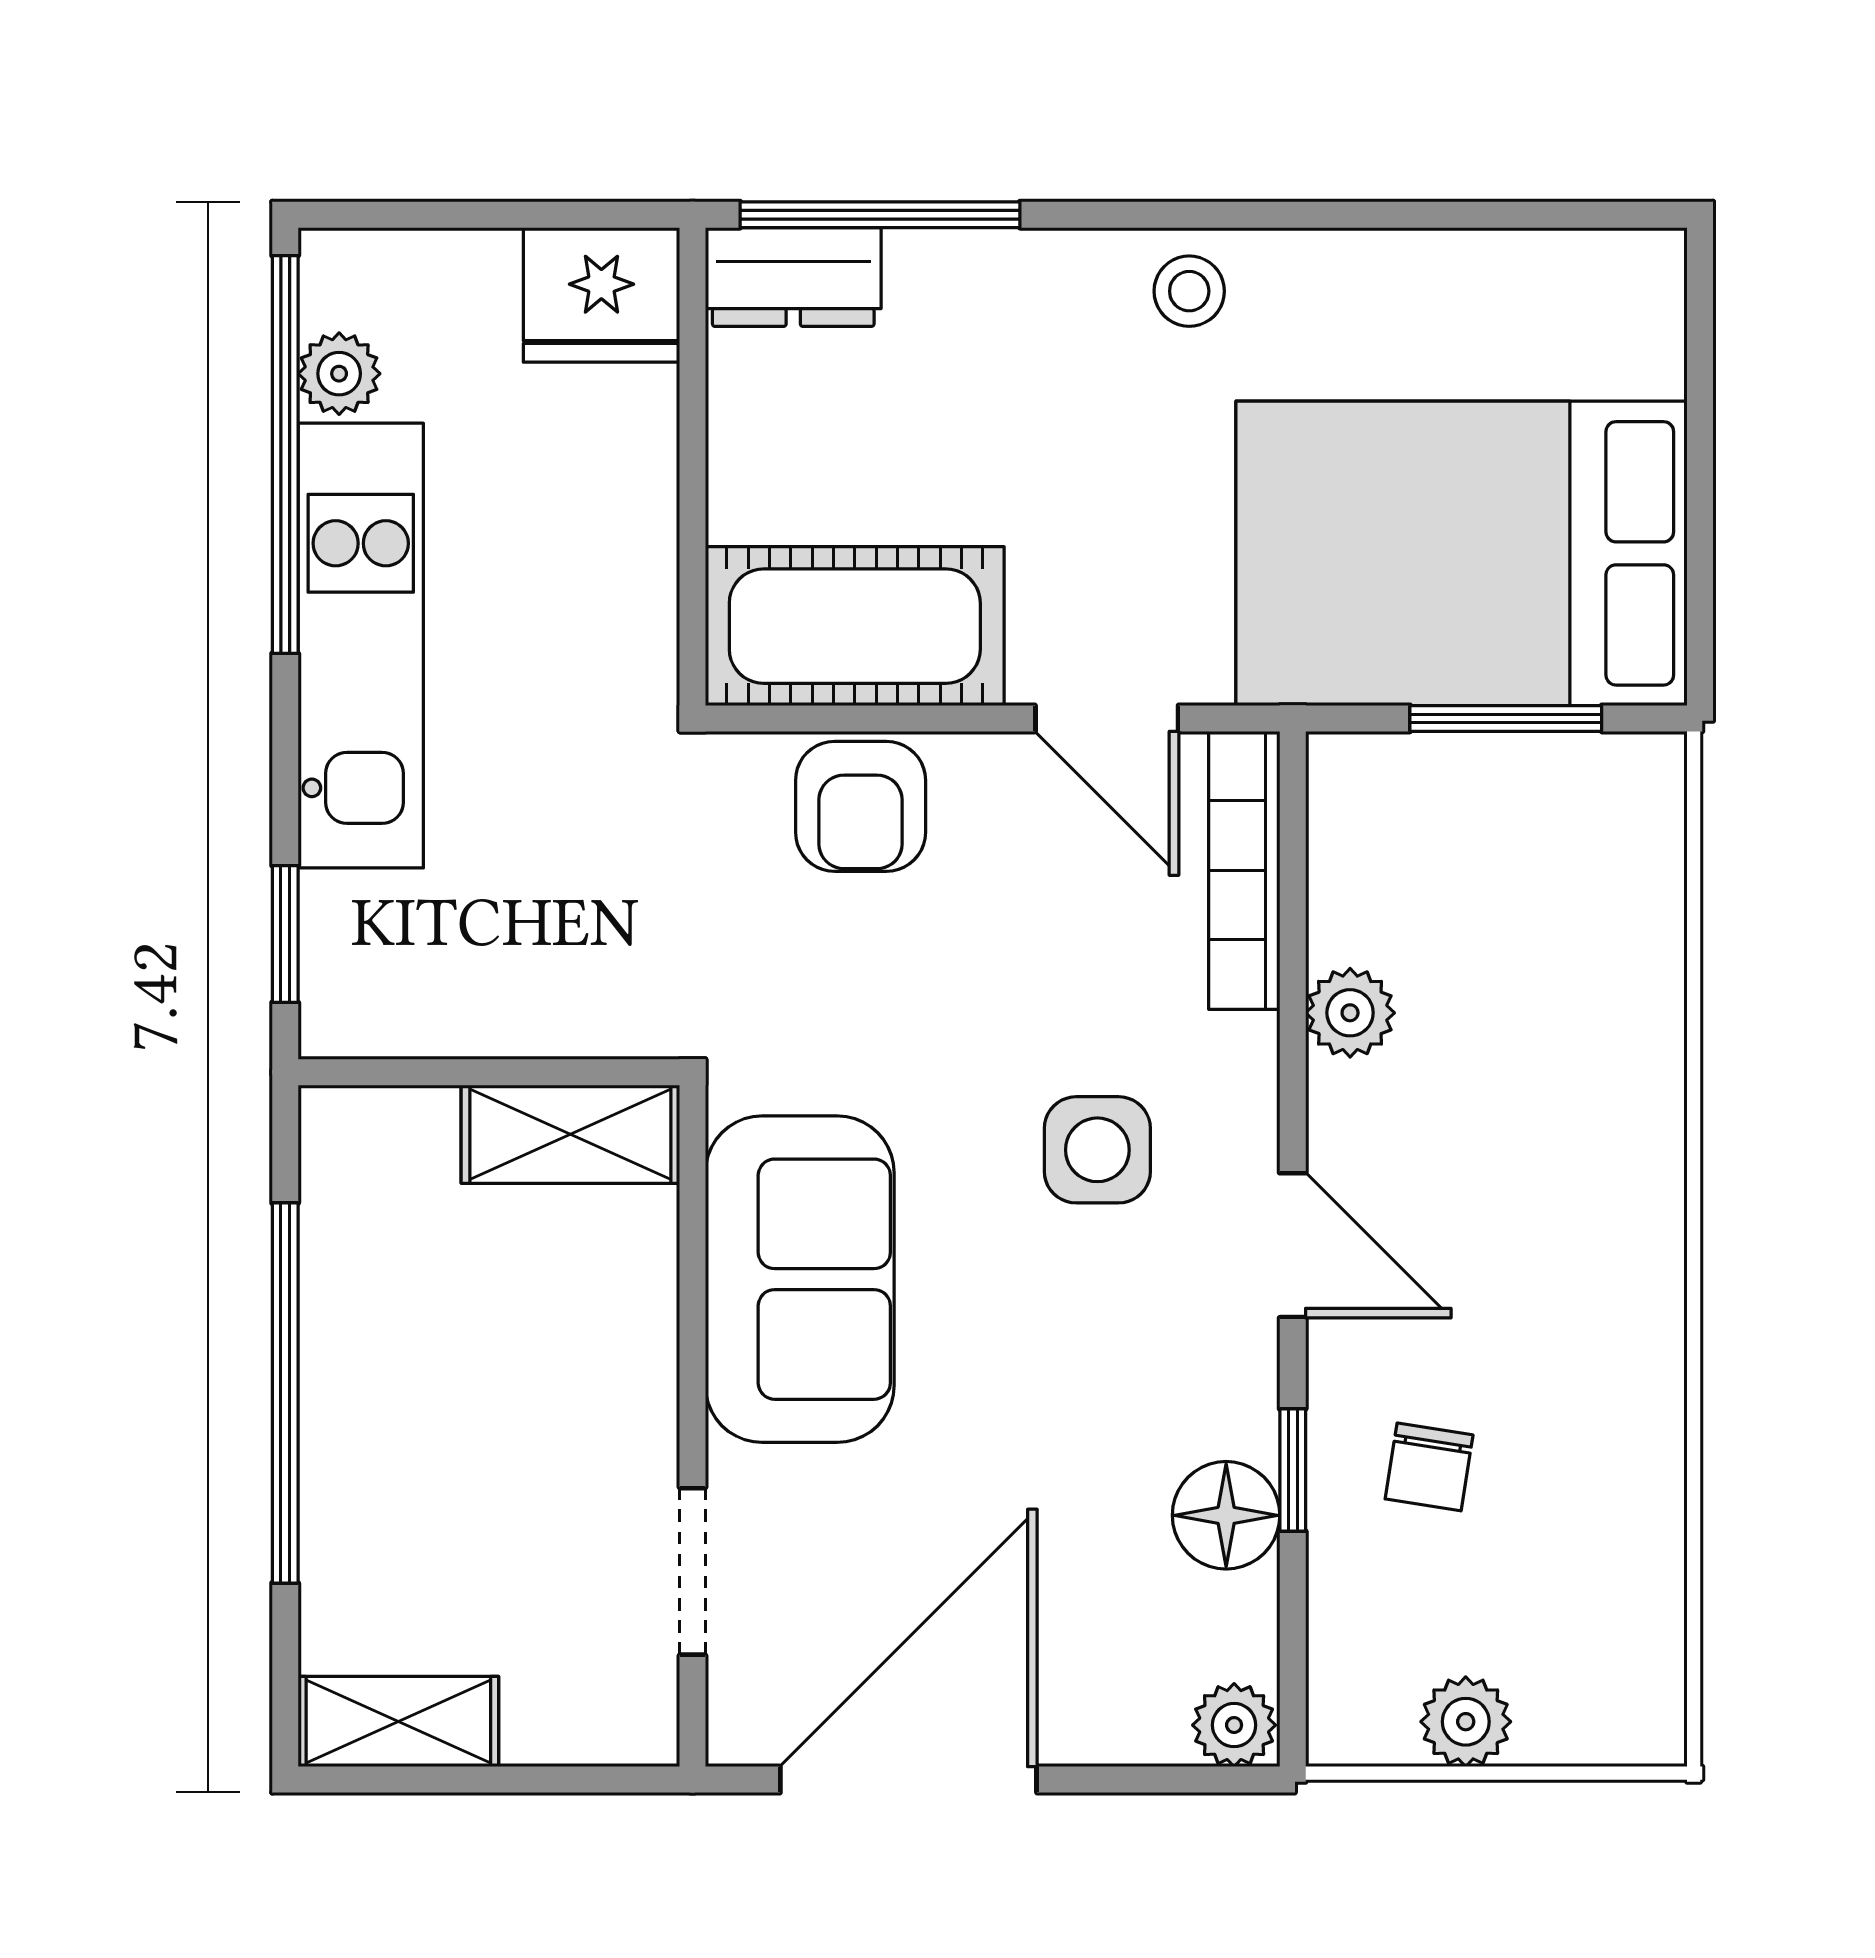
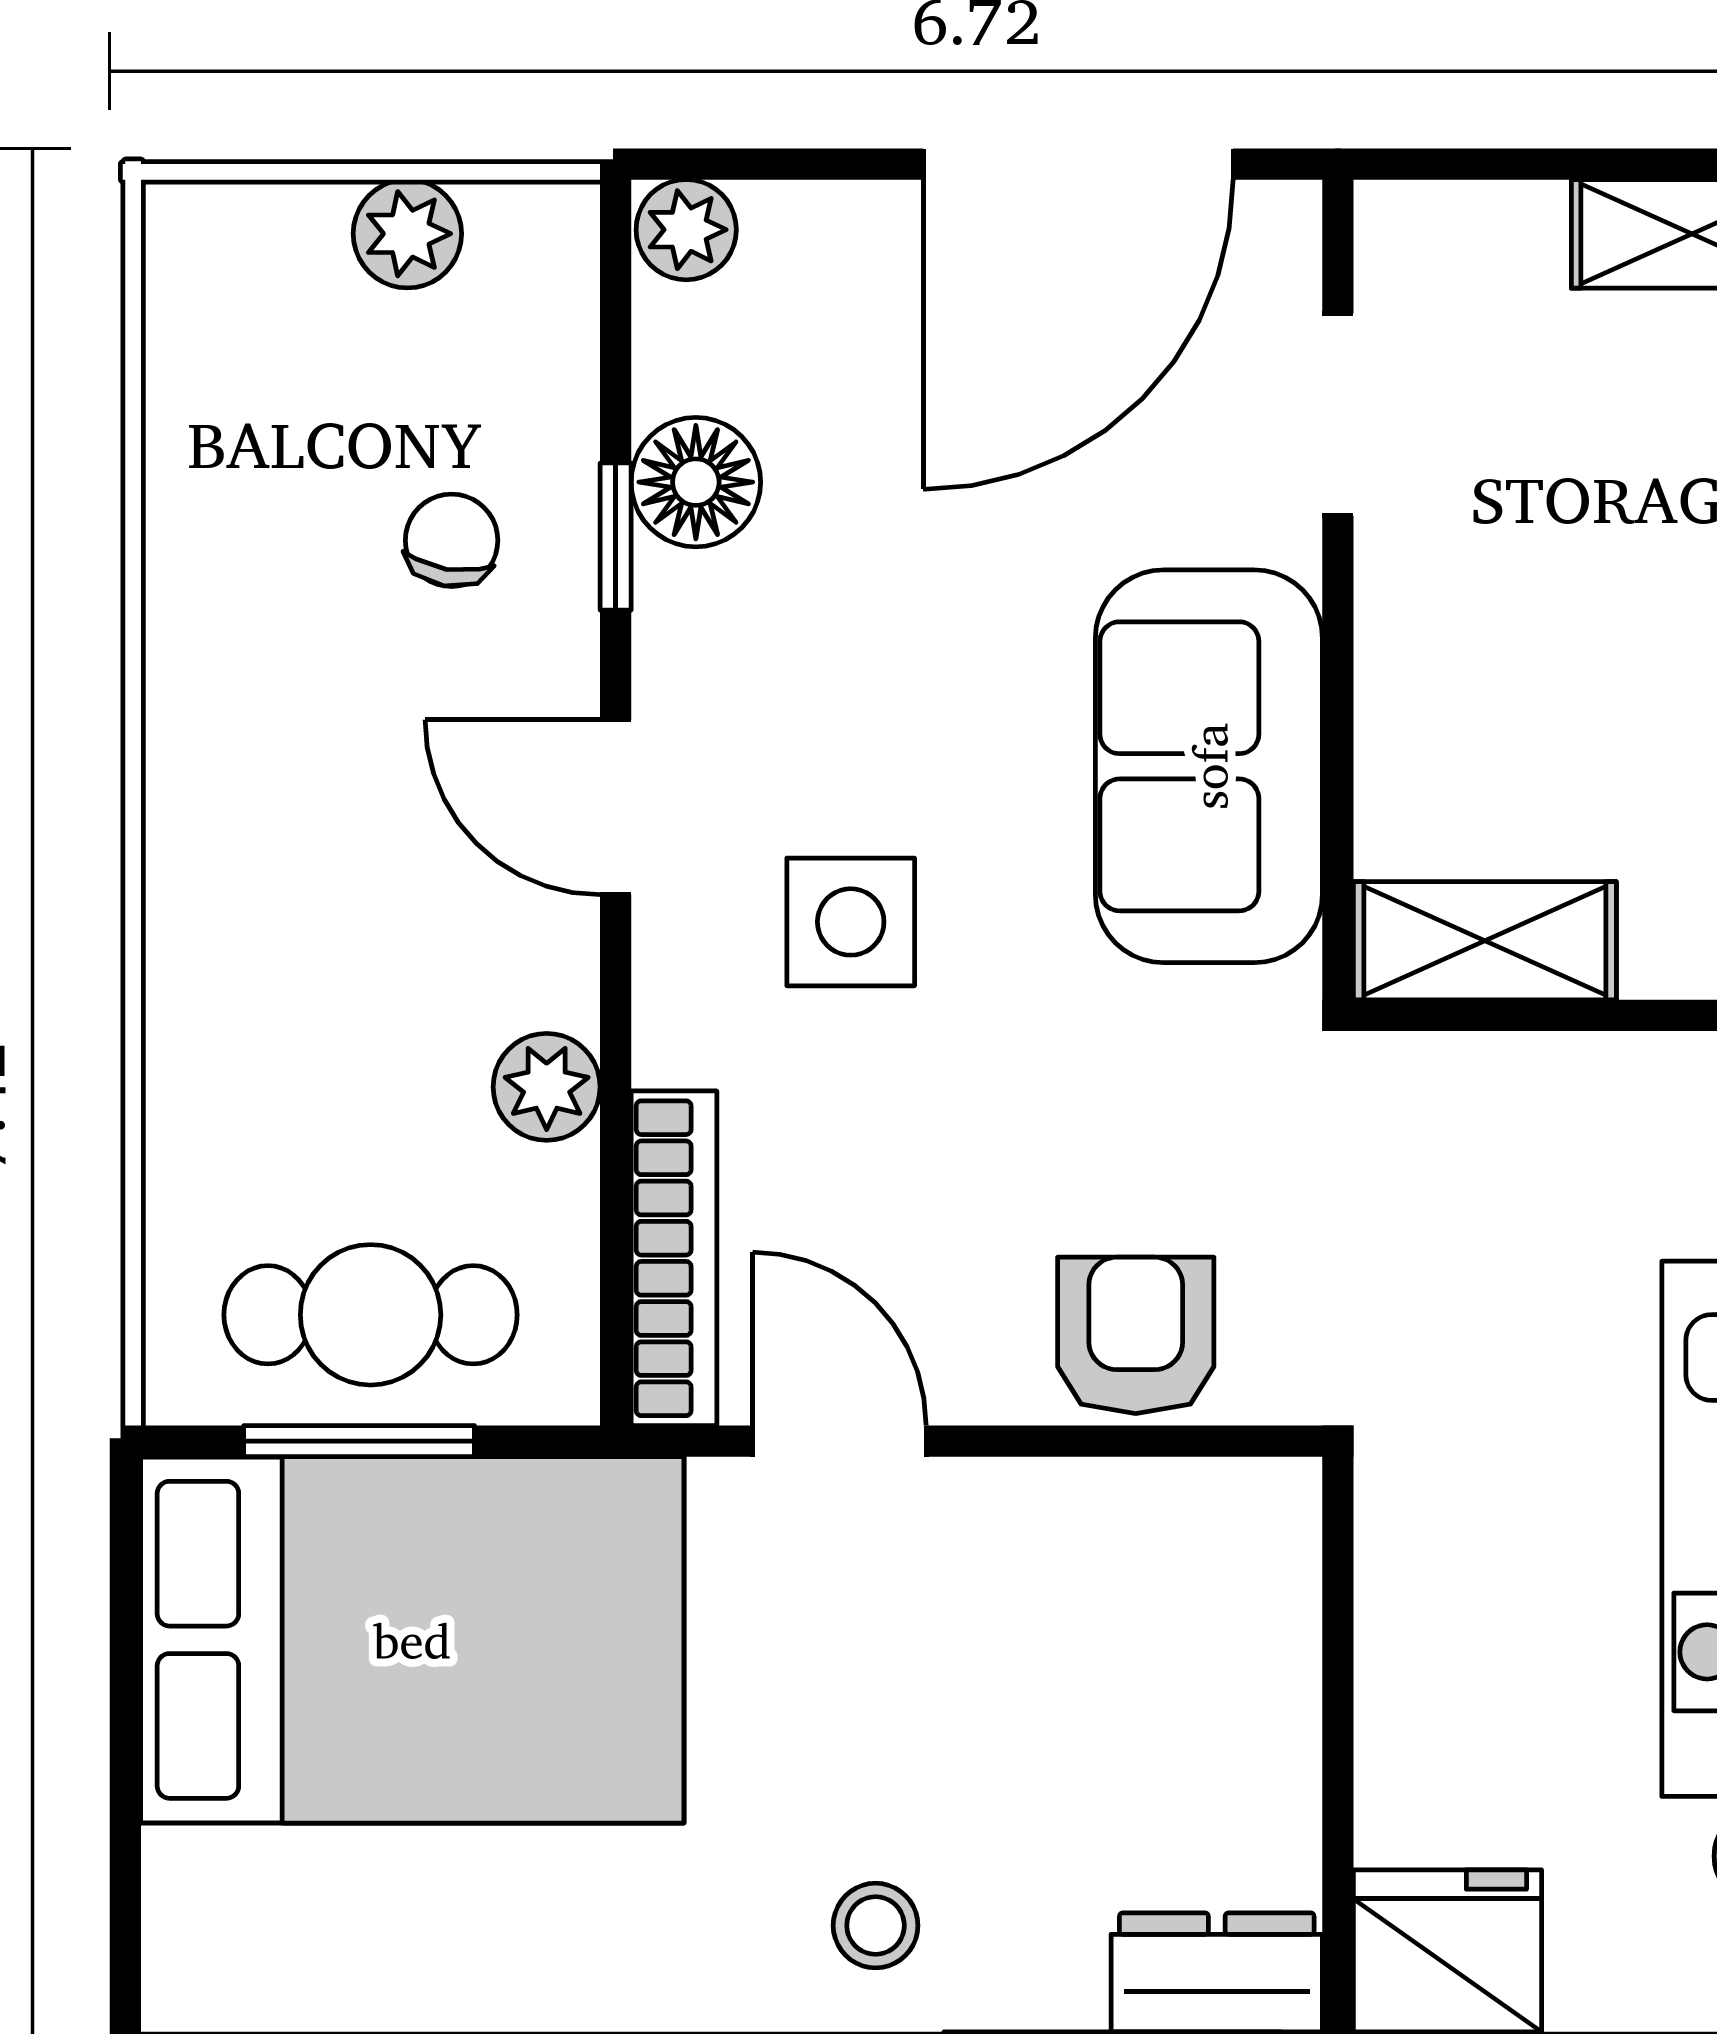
stool: (1189, 291) -> (876, 1926), moved
cot: (855, 626) -> (1143, 1552), removed
cafe table: (1496, 823) -> (371, 1315), added

